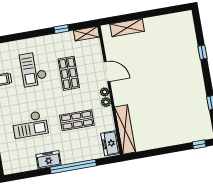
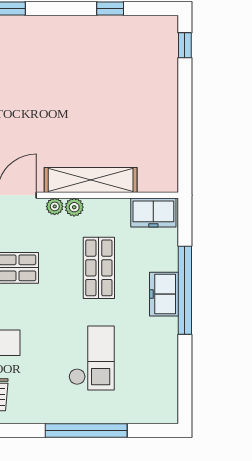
shelving: (125, 129) -> (91, 180), moved
freezer: (49, 160) -> (164, 294), moved

